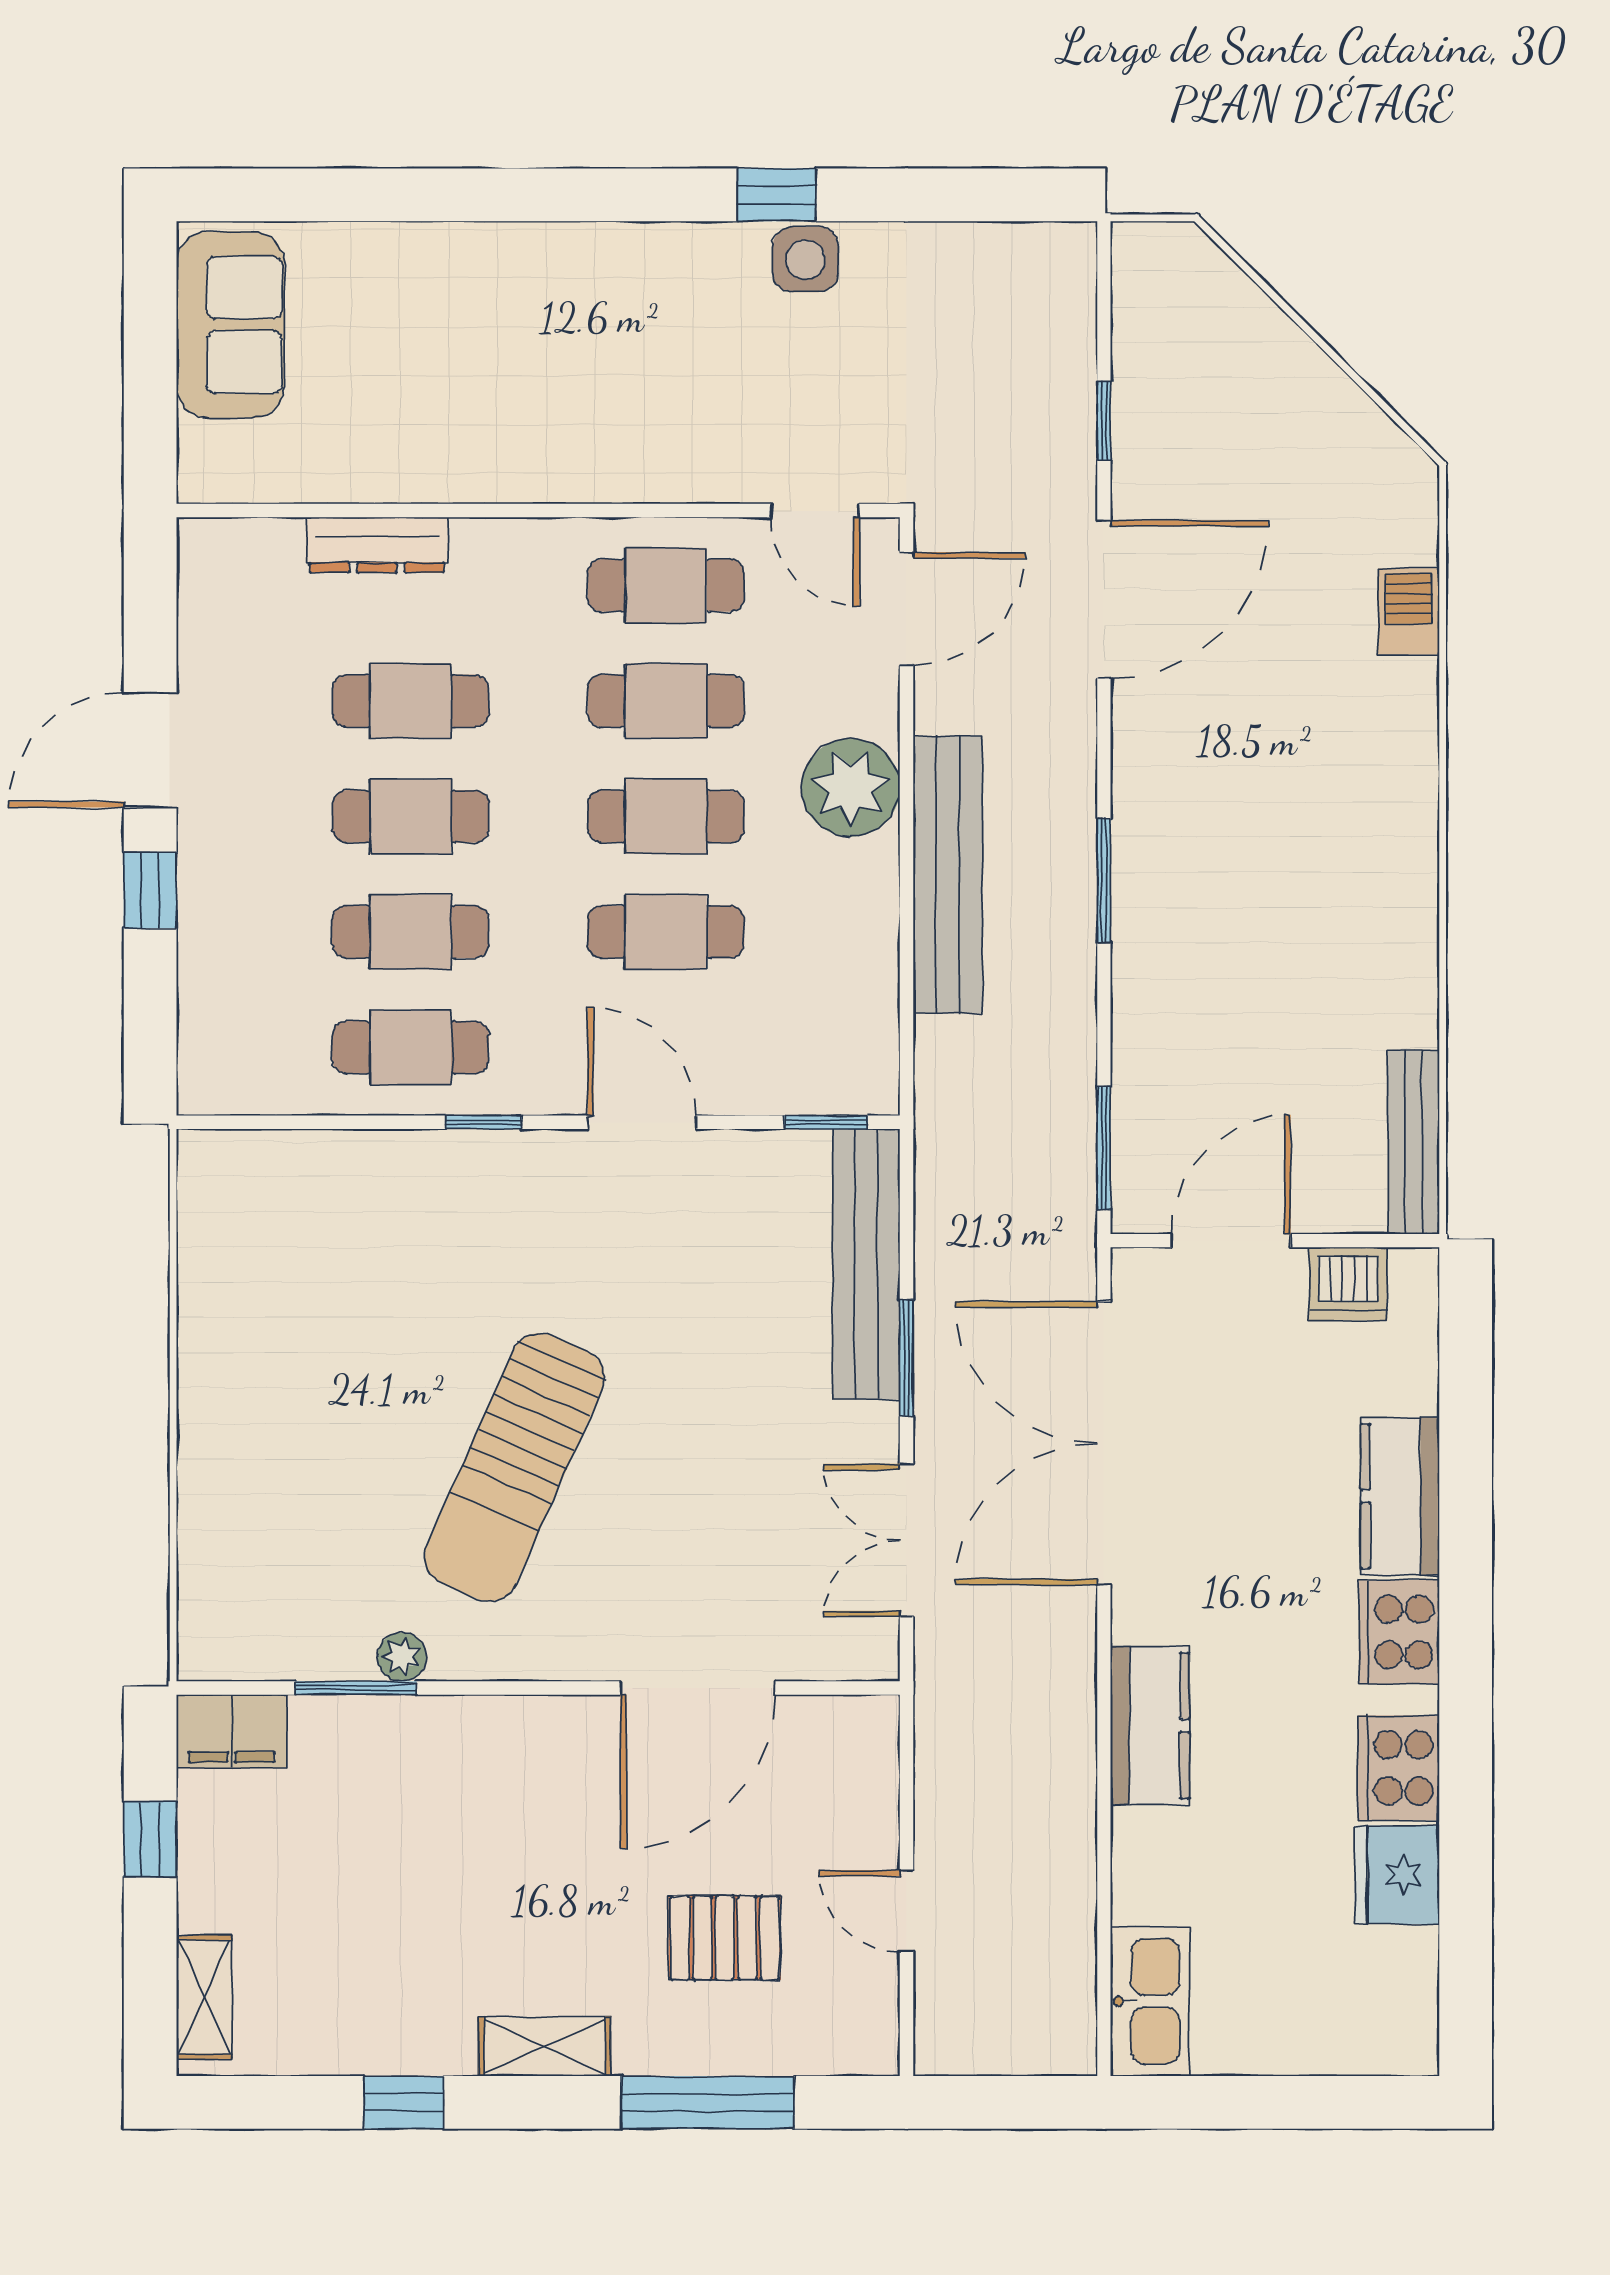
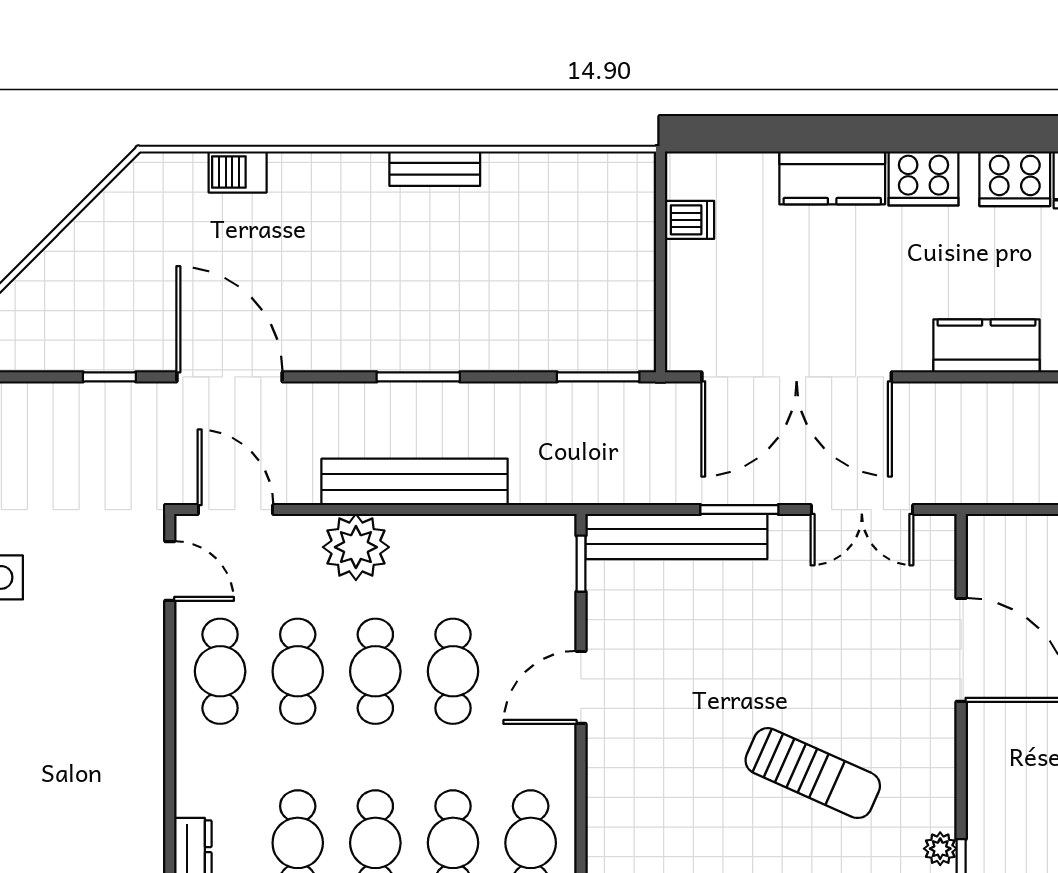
door: (815, 511) -> (170, 571), hinge flipped
window: (483, 1122) -> (581, 794), removed
bench: (1414, 1142) -> (435, 169), moved, width x0.73
door: (1231, 1241) -> (661, 291), removed
dishwasher: (1348, 1284) -> (689, 220), width x0.73
sun lounger: (514, 1467) -> (813, 773), width x0.73, depth x0.75

